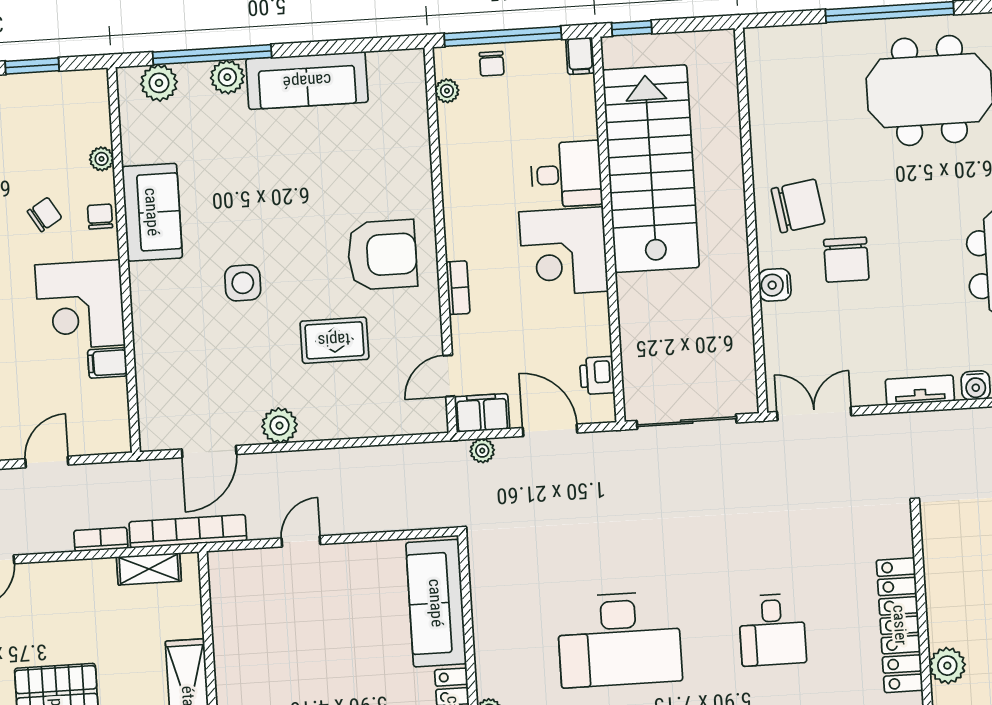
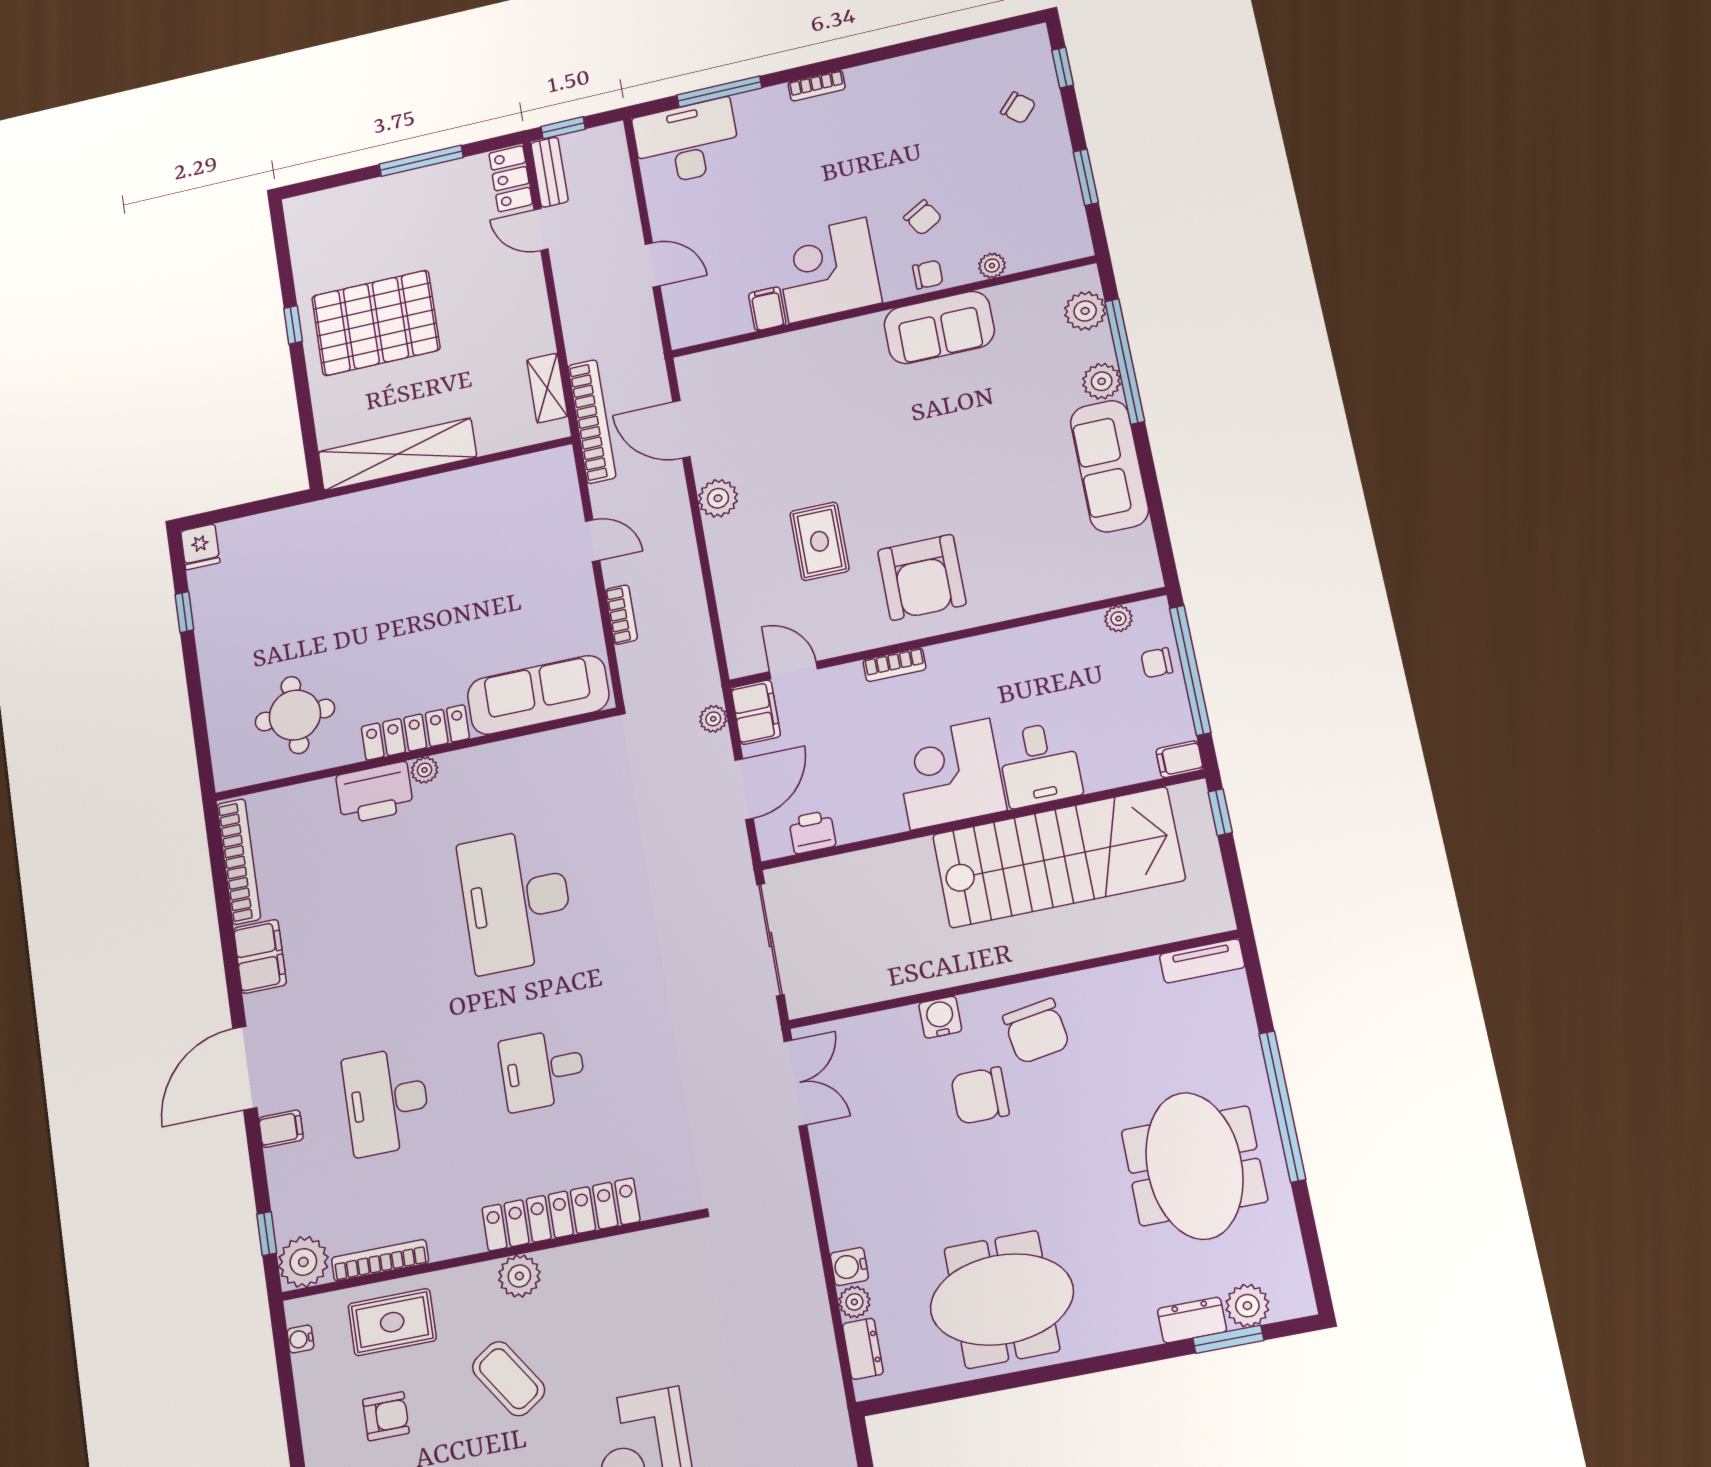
side table: (243, 283) -> (872, 434), removed
tv unit: (920, 390) -> (1202, 961), moved, turned 90
bookcase: (101, 539) -> (621, 615), moved

